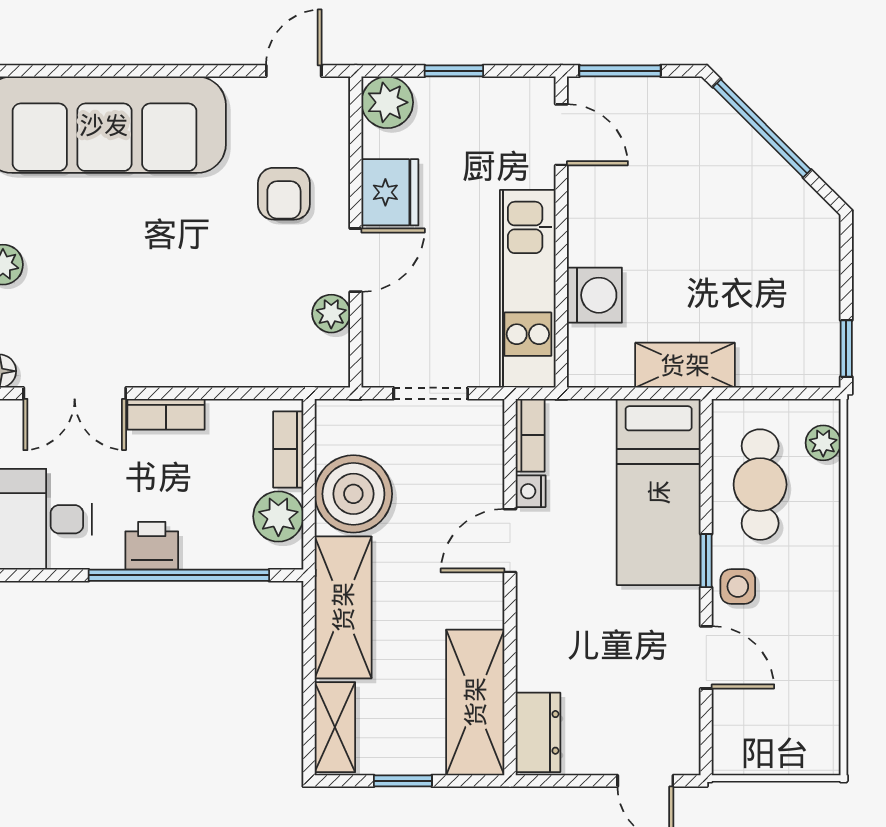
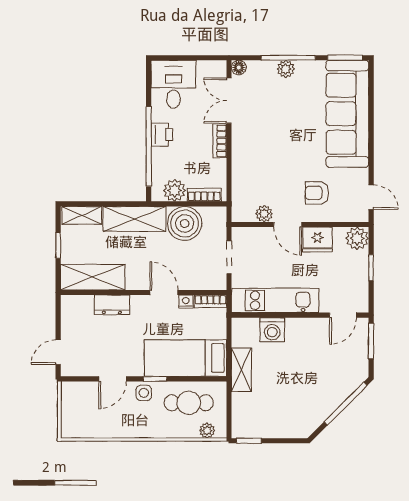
dresser: (538, 732) -> (112, 305), moved

